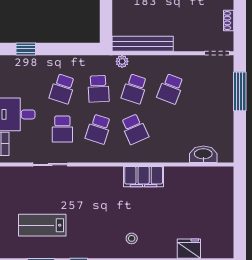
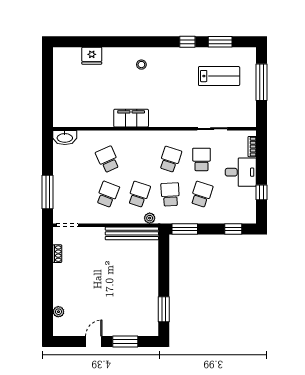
window: (82, 49) -> (185, 229), added
school desk: (135, 129) -> (108, 159), moved
washbasin: (203, 154) -> (65, 138), moved

